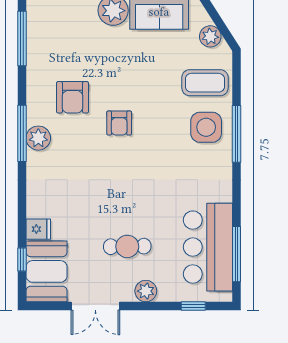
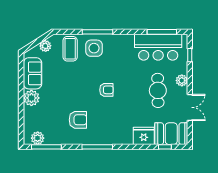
armchair: (119, 123) -> (106, 90), moved
plant: (38, 138) -> (38, 138), moved
fridge: (38, 229) -> (144, 136), width x1.88, depth x1.34
cafe table: (127, 246) -> (158, 90), width x1.37, depth x1.35

